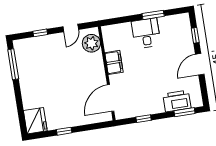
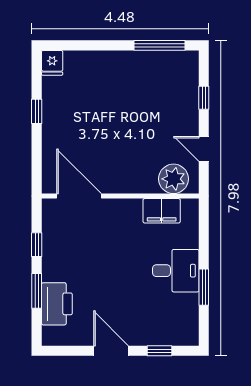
filing cabinet: (114, 62) -> (162, 211), moved
window: (184, 112) -> (37, 291), moved
fridge: (35, 121) -> (52, 63), width x0.53, depth x0.75

